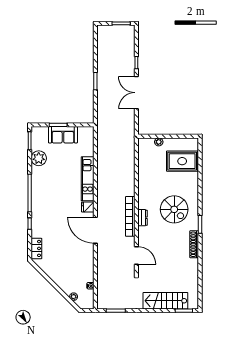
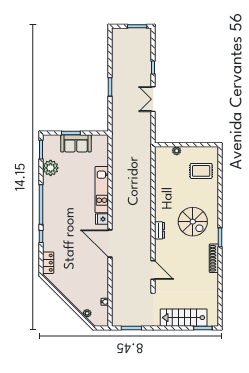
double door: (136, 93) -> (153, 99), width x0.73
rug: (182, 161) -> (201, 171), width x0.73, depth x0.70
bookcase: (130, 216) -> (147, 229), removed

